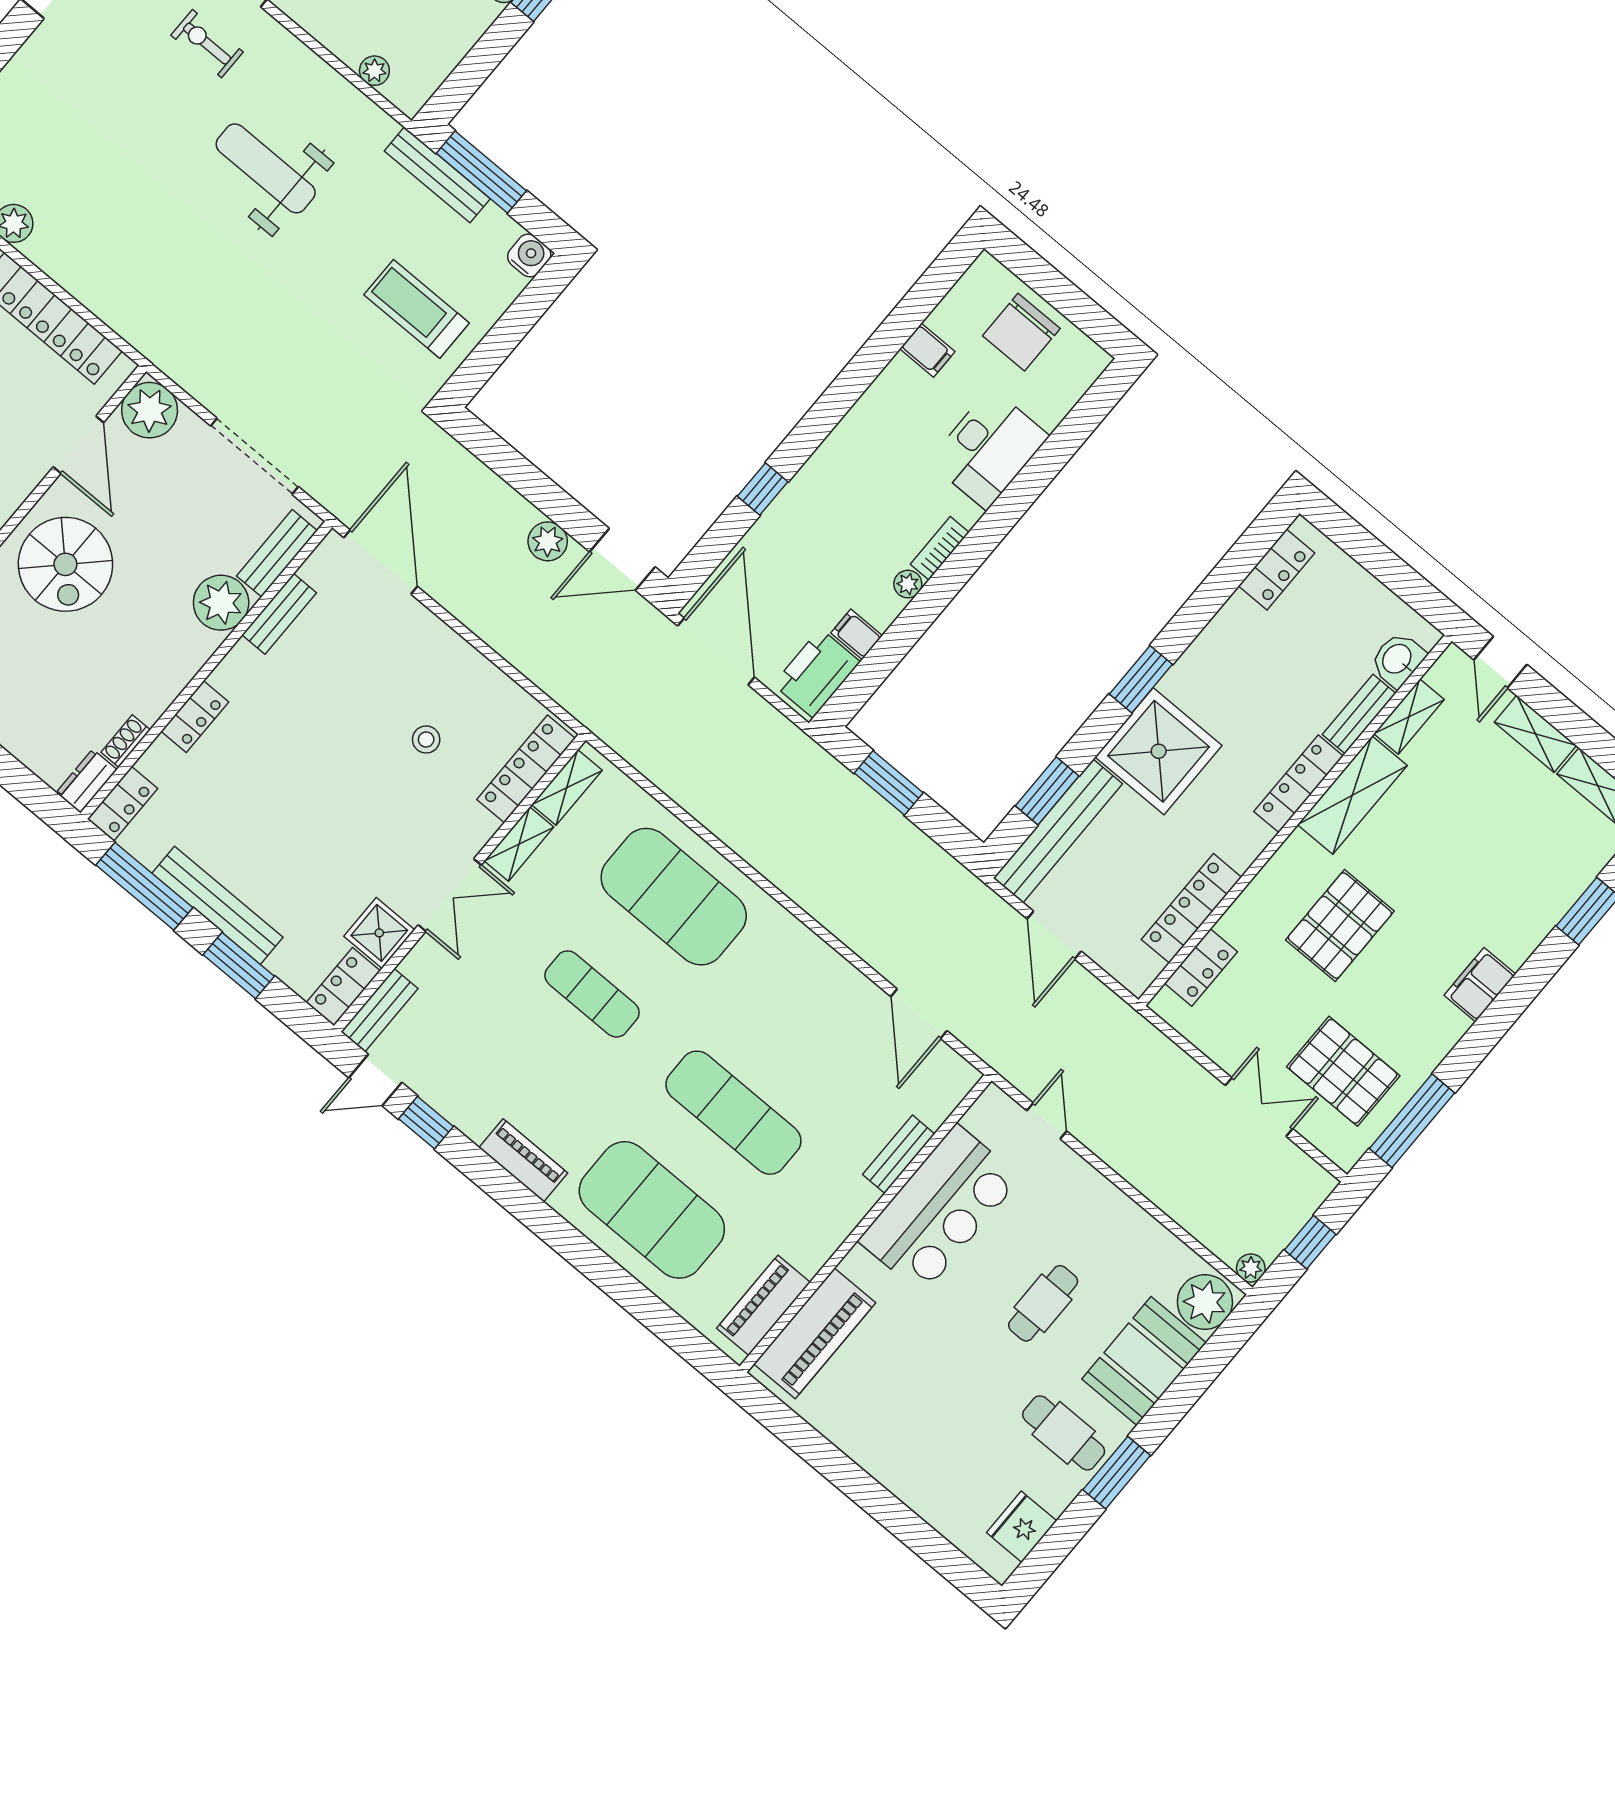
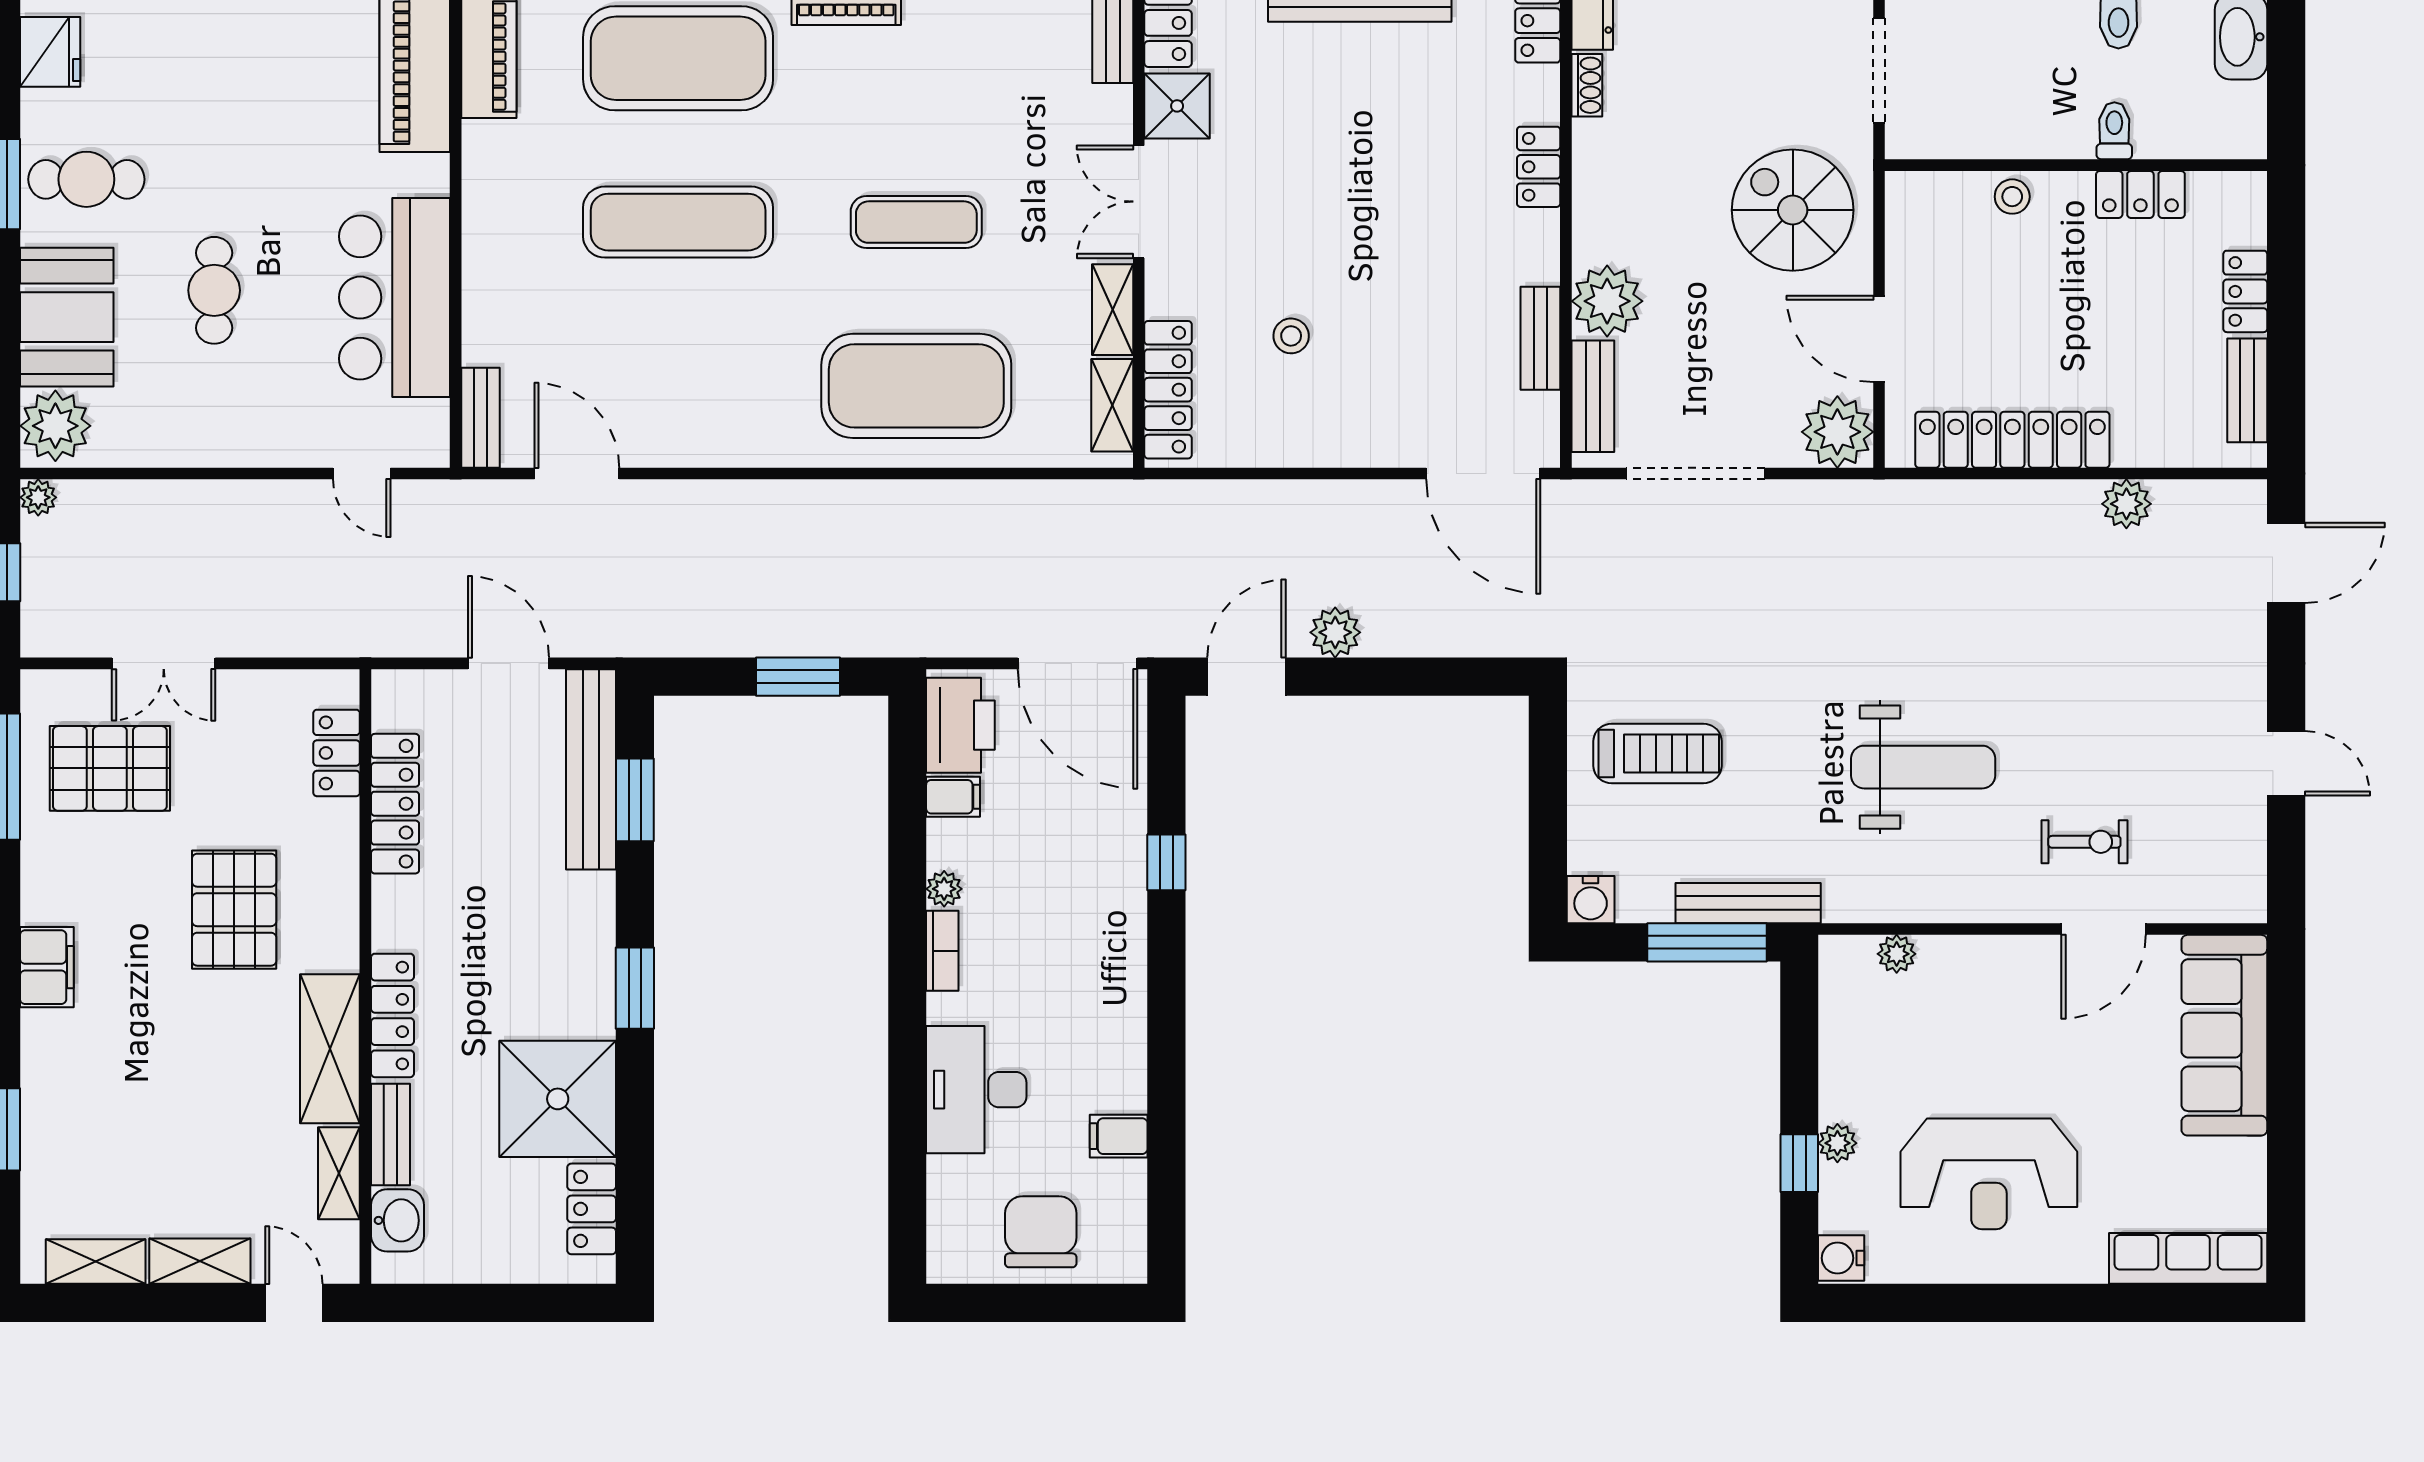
shower: (1159, 751) -> (558, 1099), moved
bench: (899, 1154) -> (480, 418), moved

